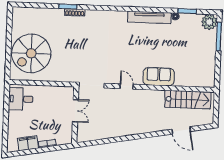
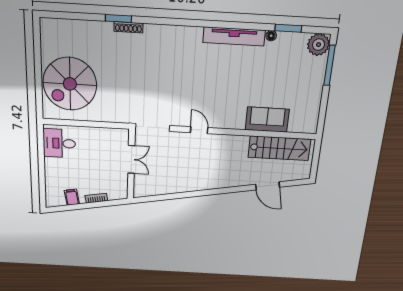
sofa: (159, 77) -> (267, 120), moved
filing cabinet: (28, 143) -> (72, 197), width x0.50

